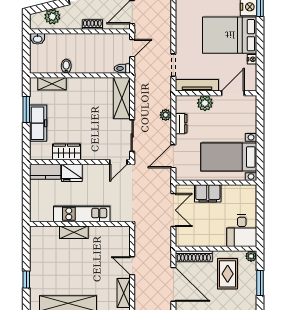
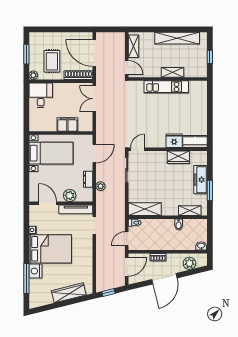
door: (233, 93) -> (48, 203), swing flipped
shelving: (122, 98) -> (145, 209), moved, turned 90
double door: (173, 210) -> (94, 99), moved
kitchen unit: (82, 214) -> (166, 87), moved
wall: (80, 224) -> (168, 79), moved
shelving: (74, 232) -> (173, 72), moved

